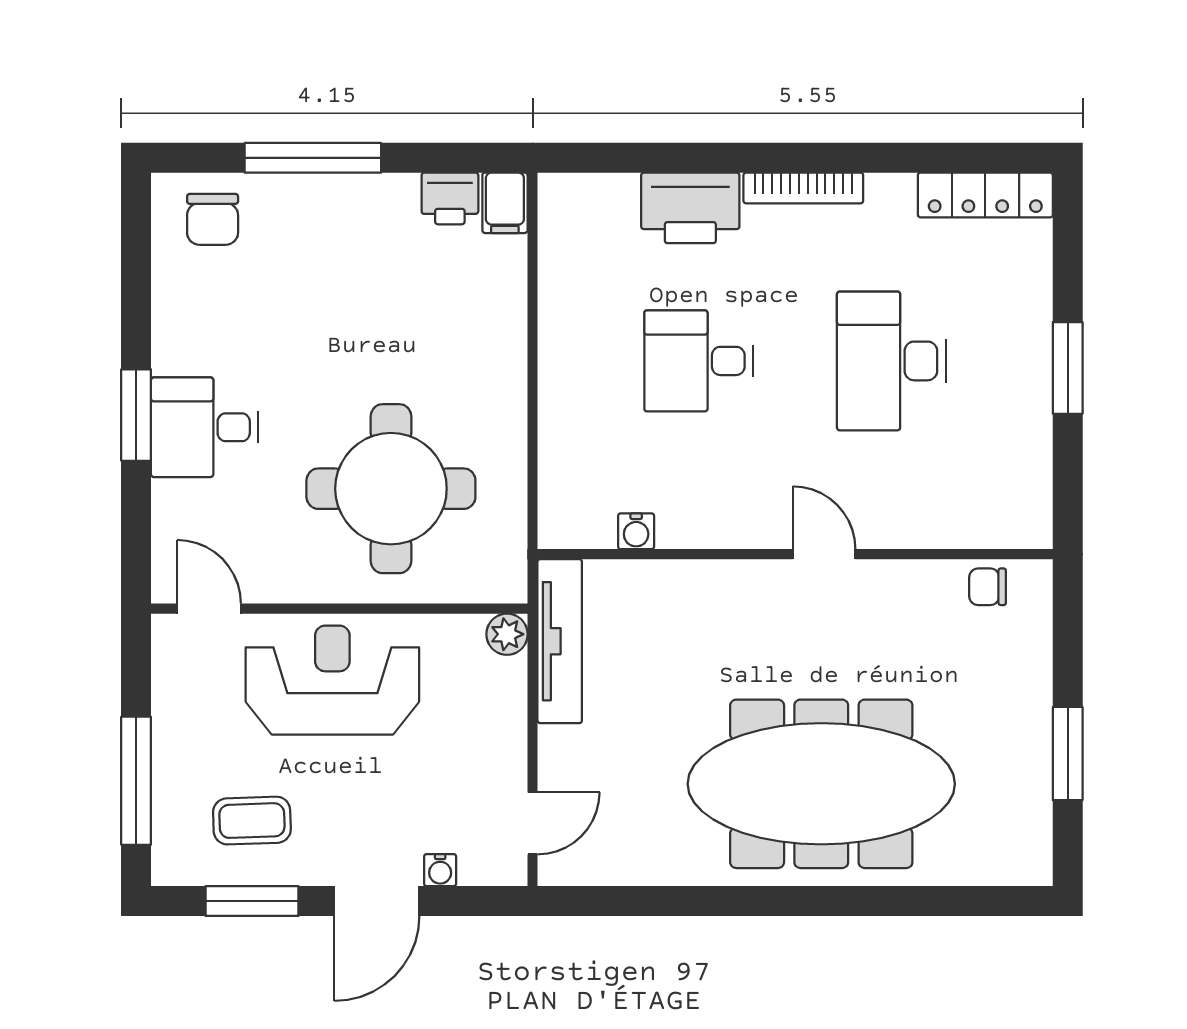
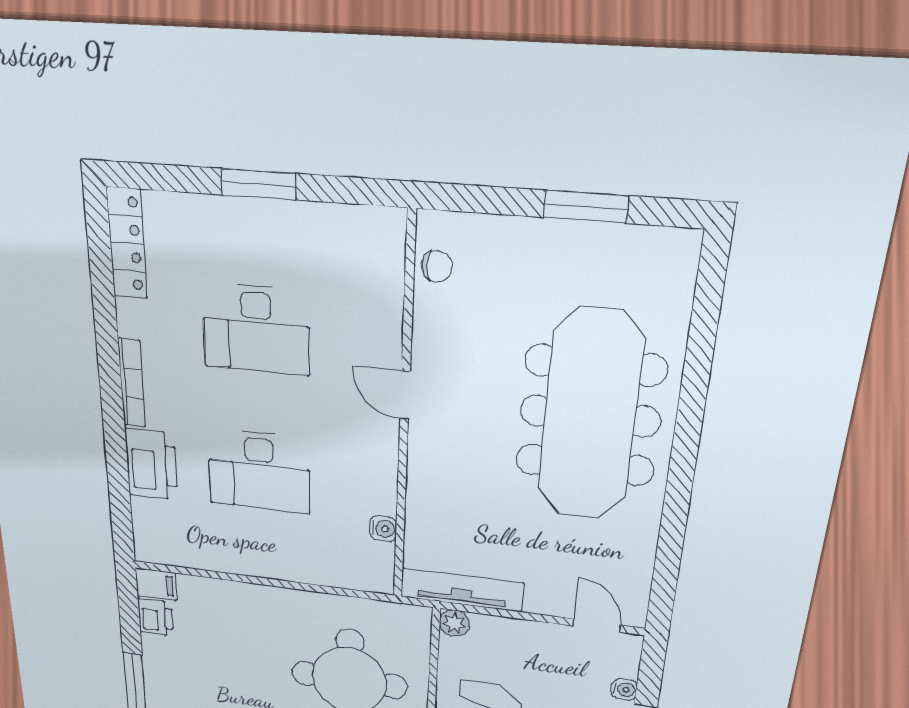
desk: (699, 361) -> (259, 471), width x1.37
door: (824, 554) -> (405, 395), hinge flipped
chair: (988, 587) -> (437, 266), turned -90

